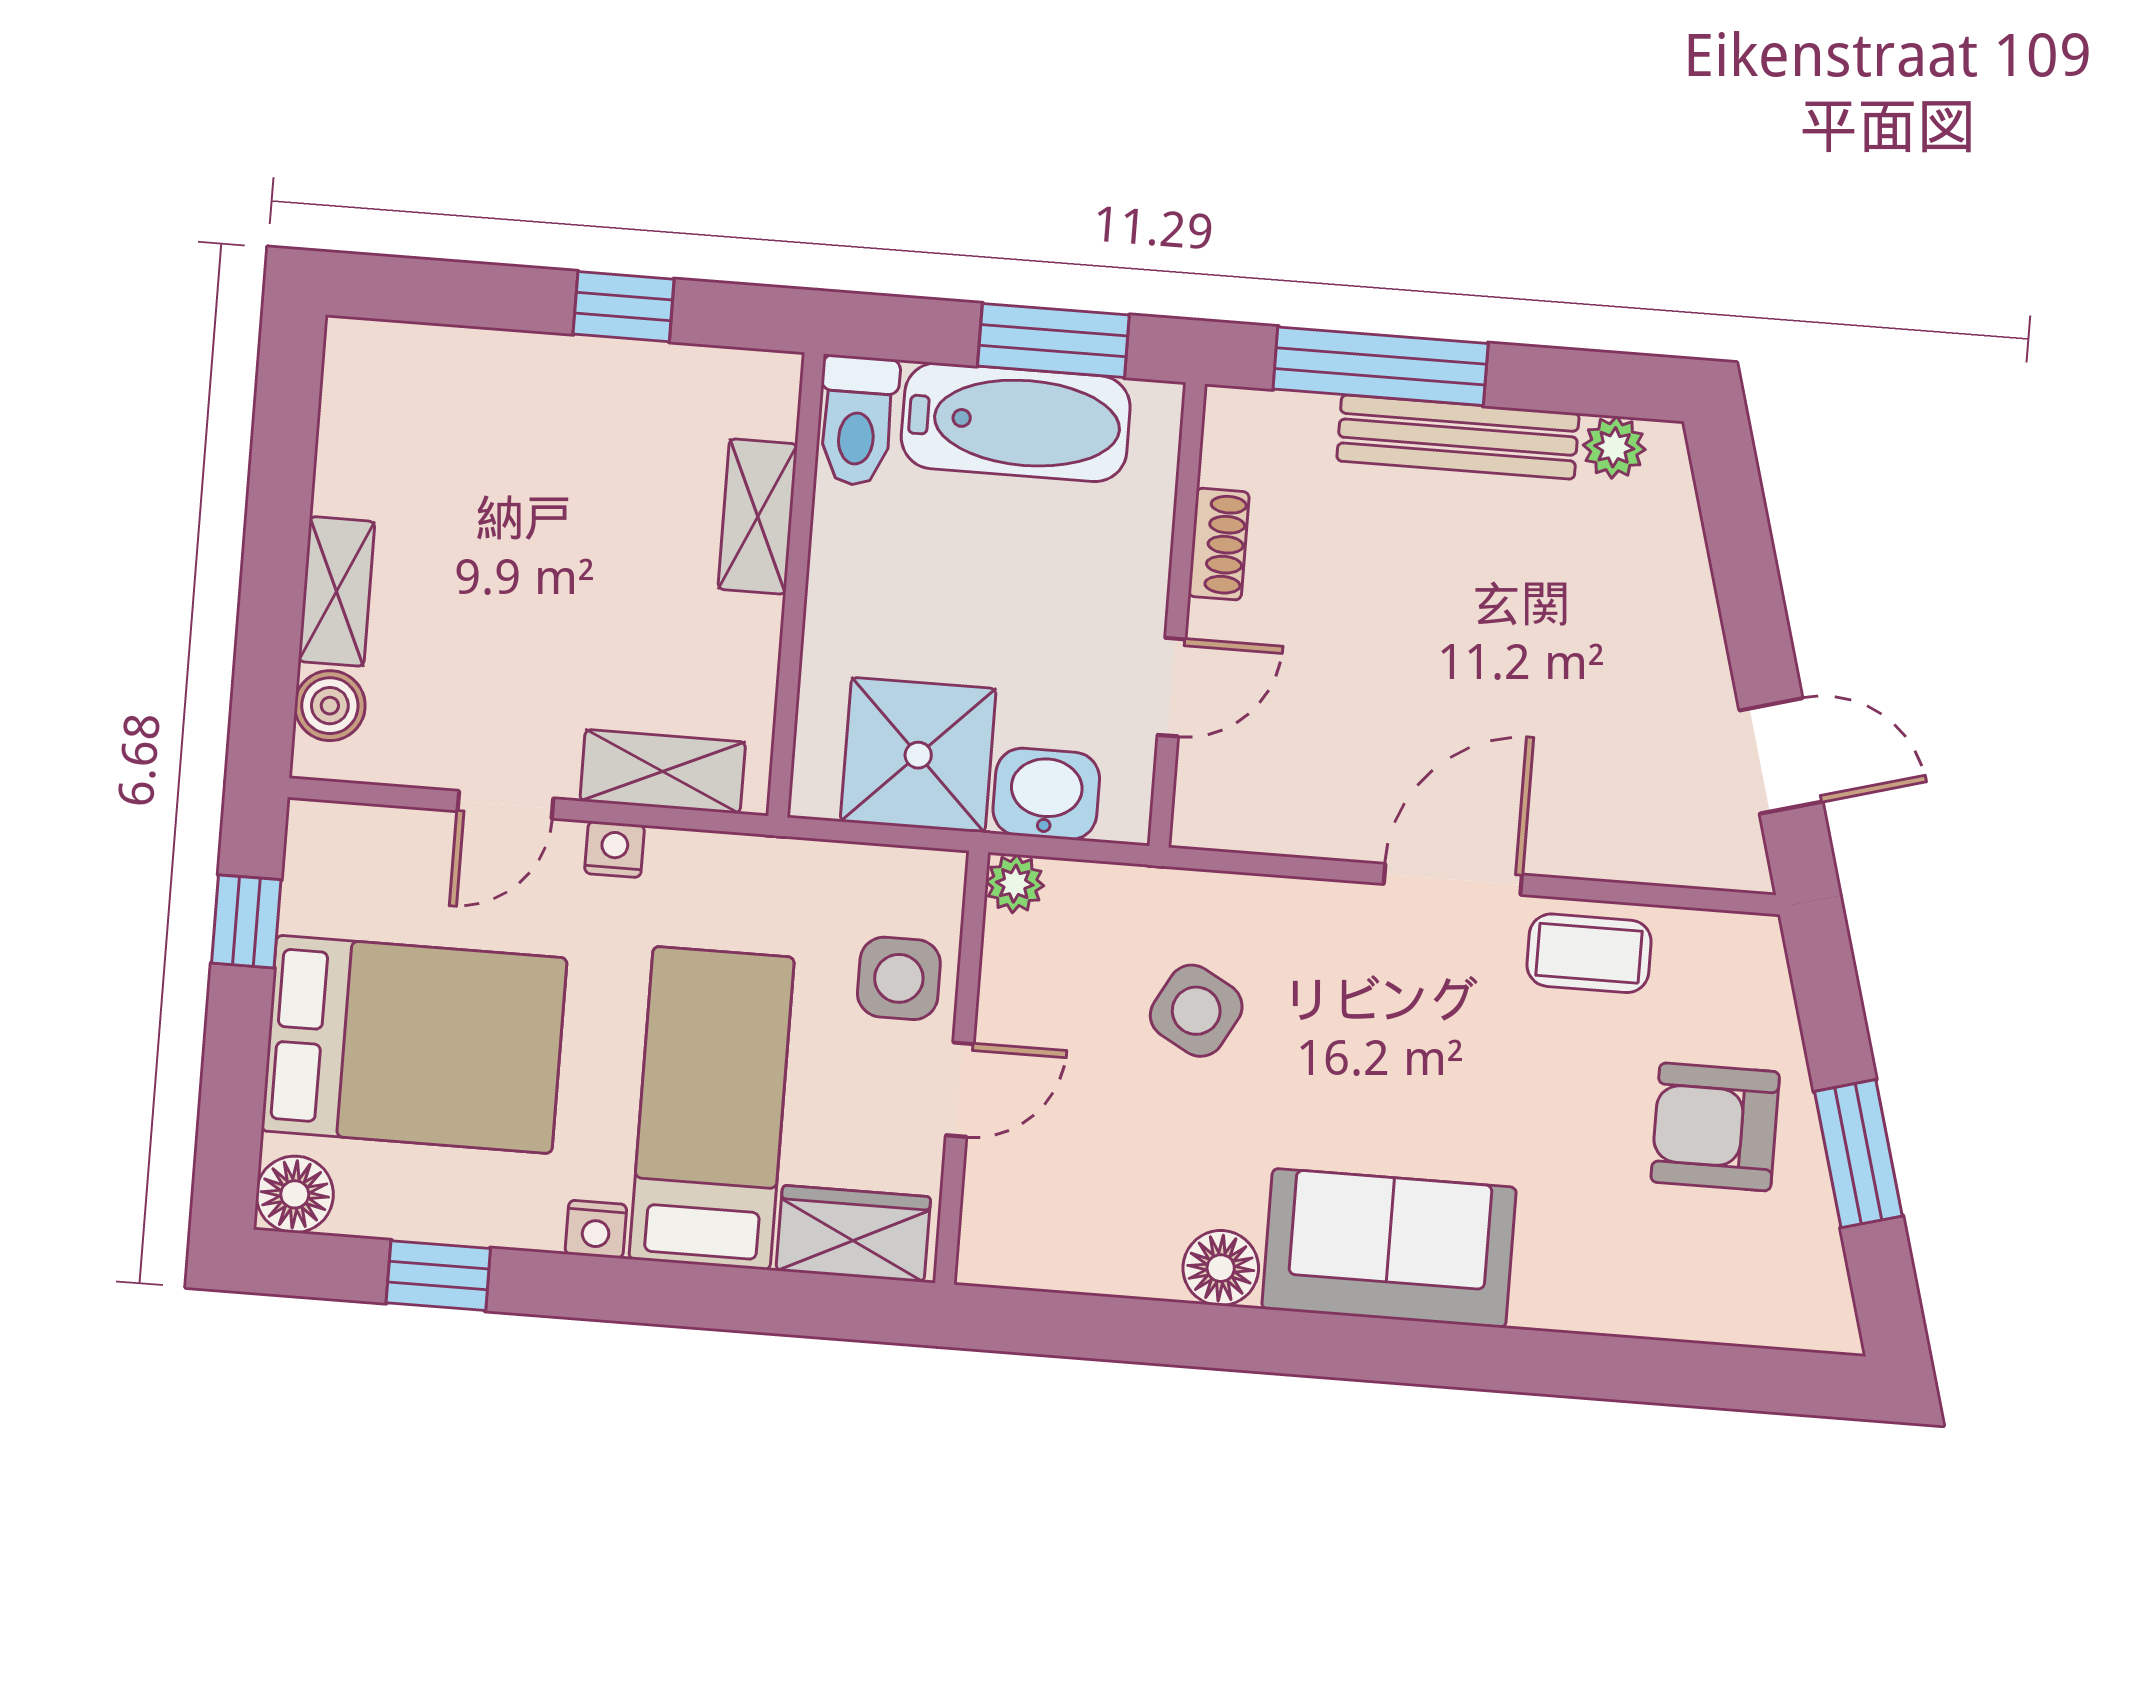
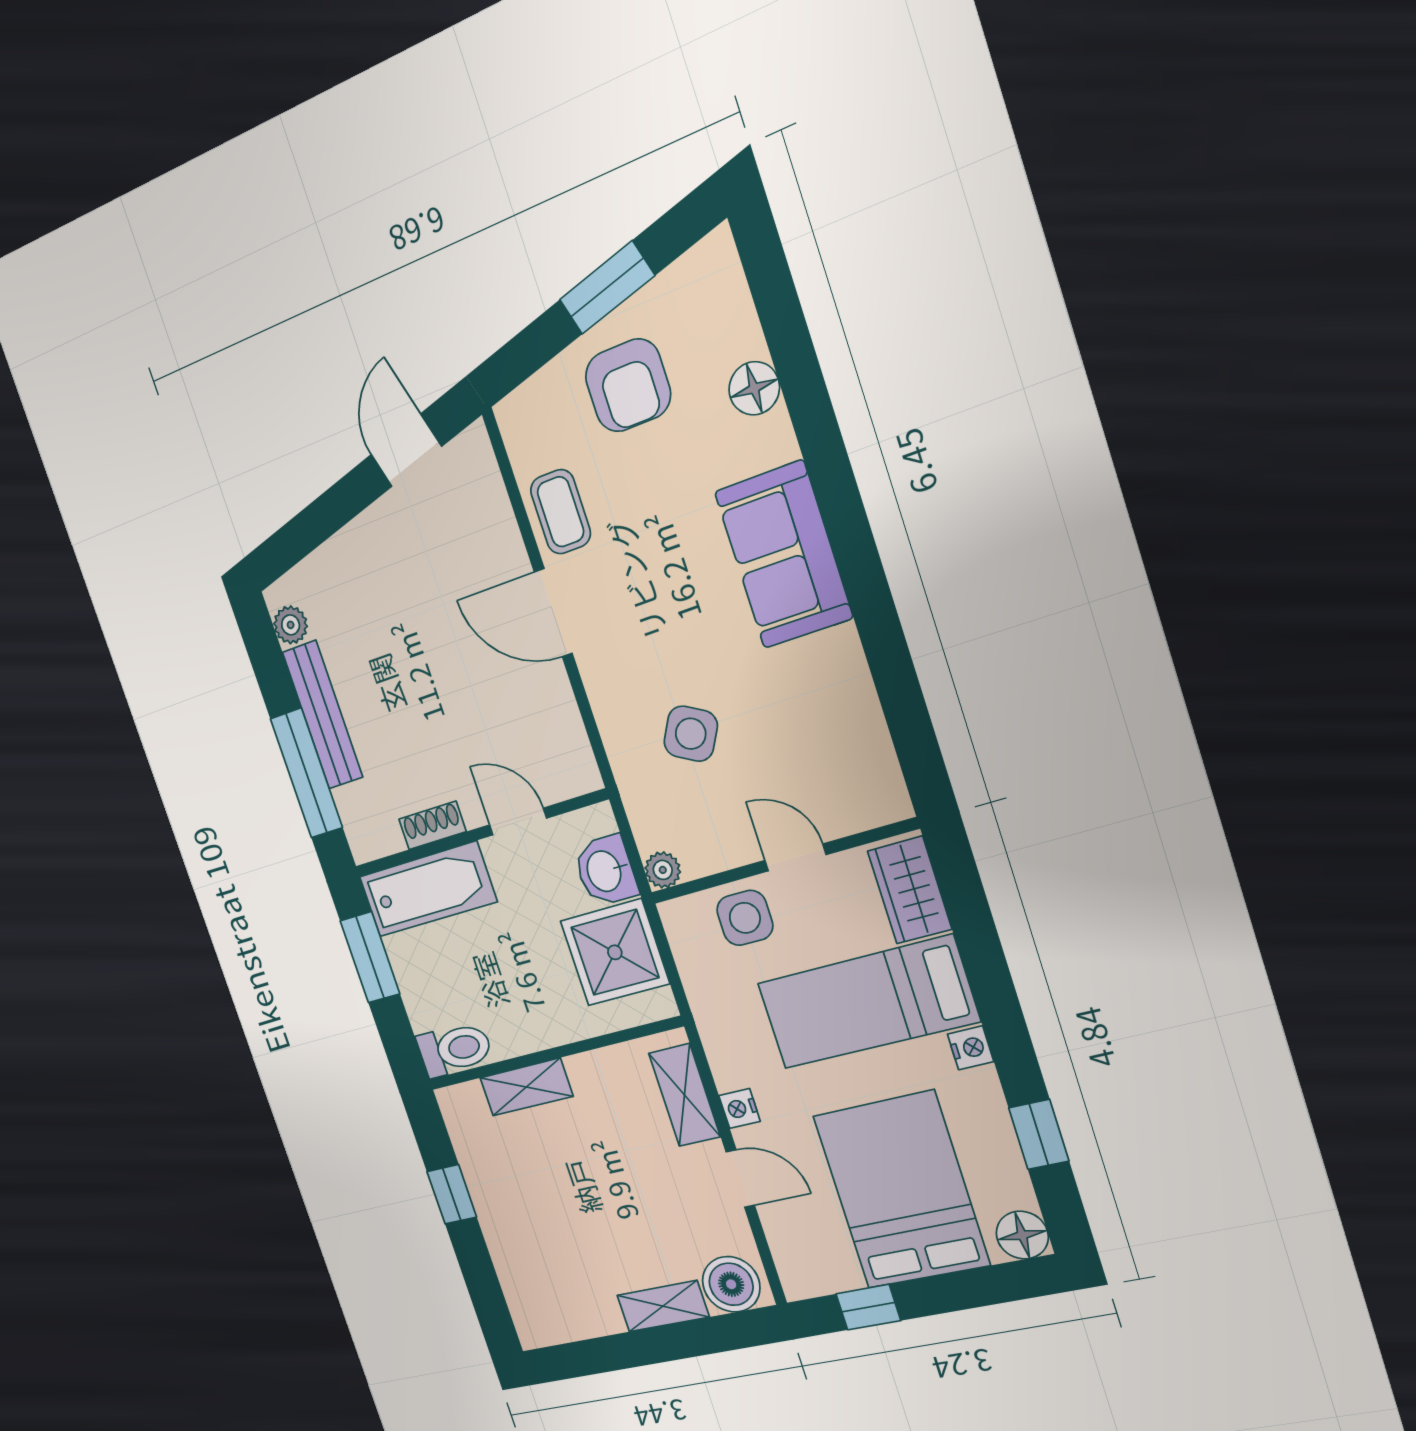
bathtub: (1016, 422) -> (428, 889), moved, turned 90
boiler: (330, 706) -> (731, 1284), width x1.36, depth x1.36
floor lamp: (1221, 1268) -> (754, 388), moved

